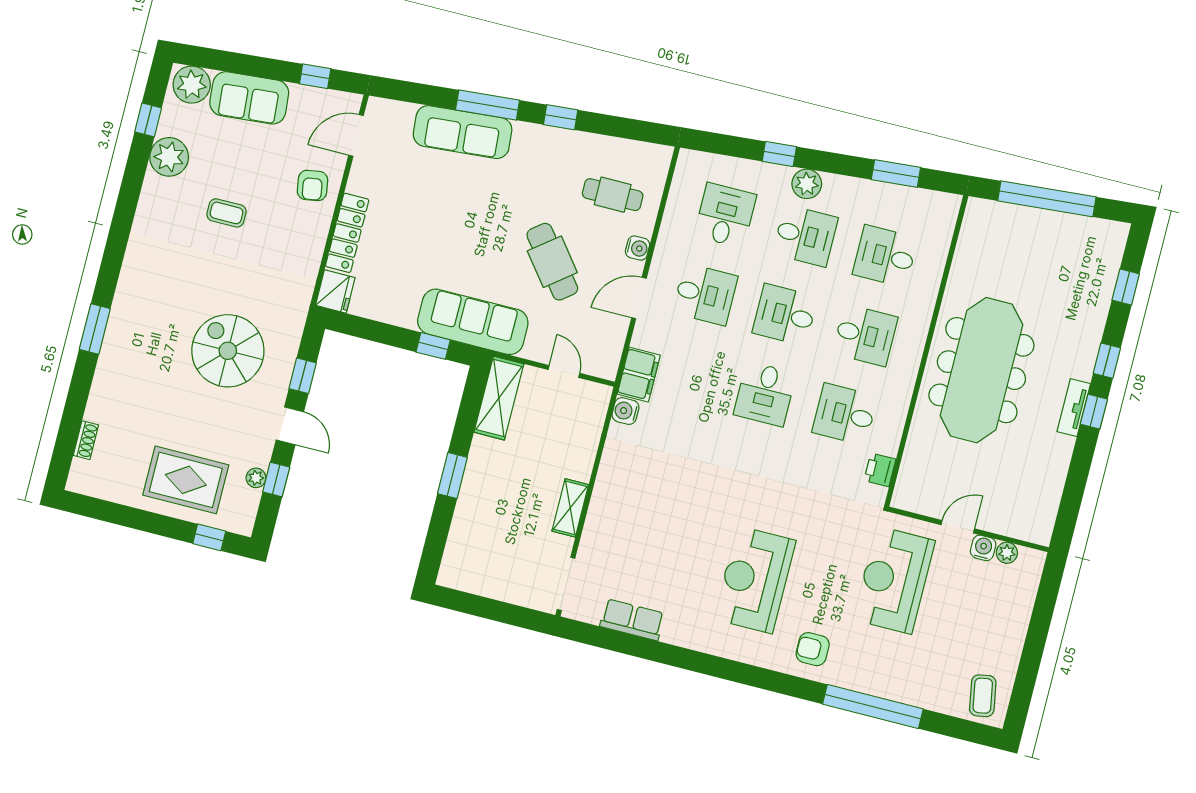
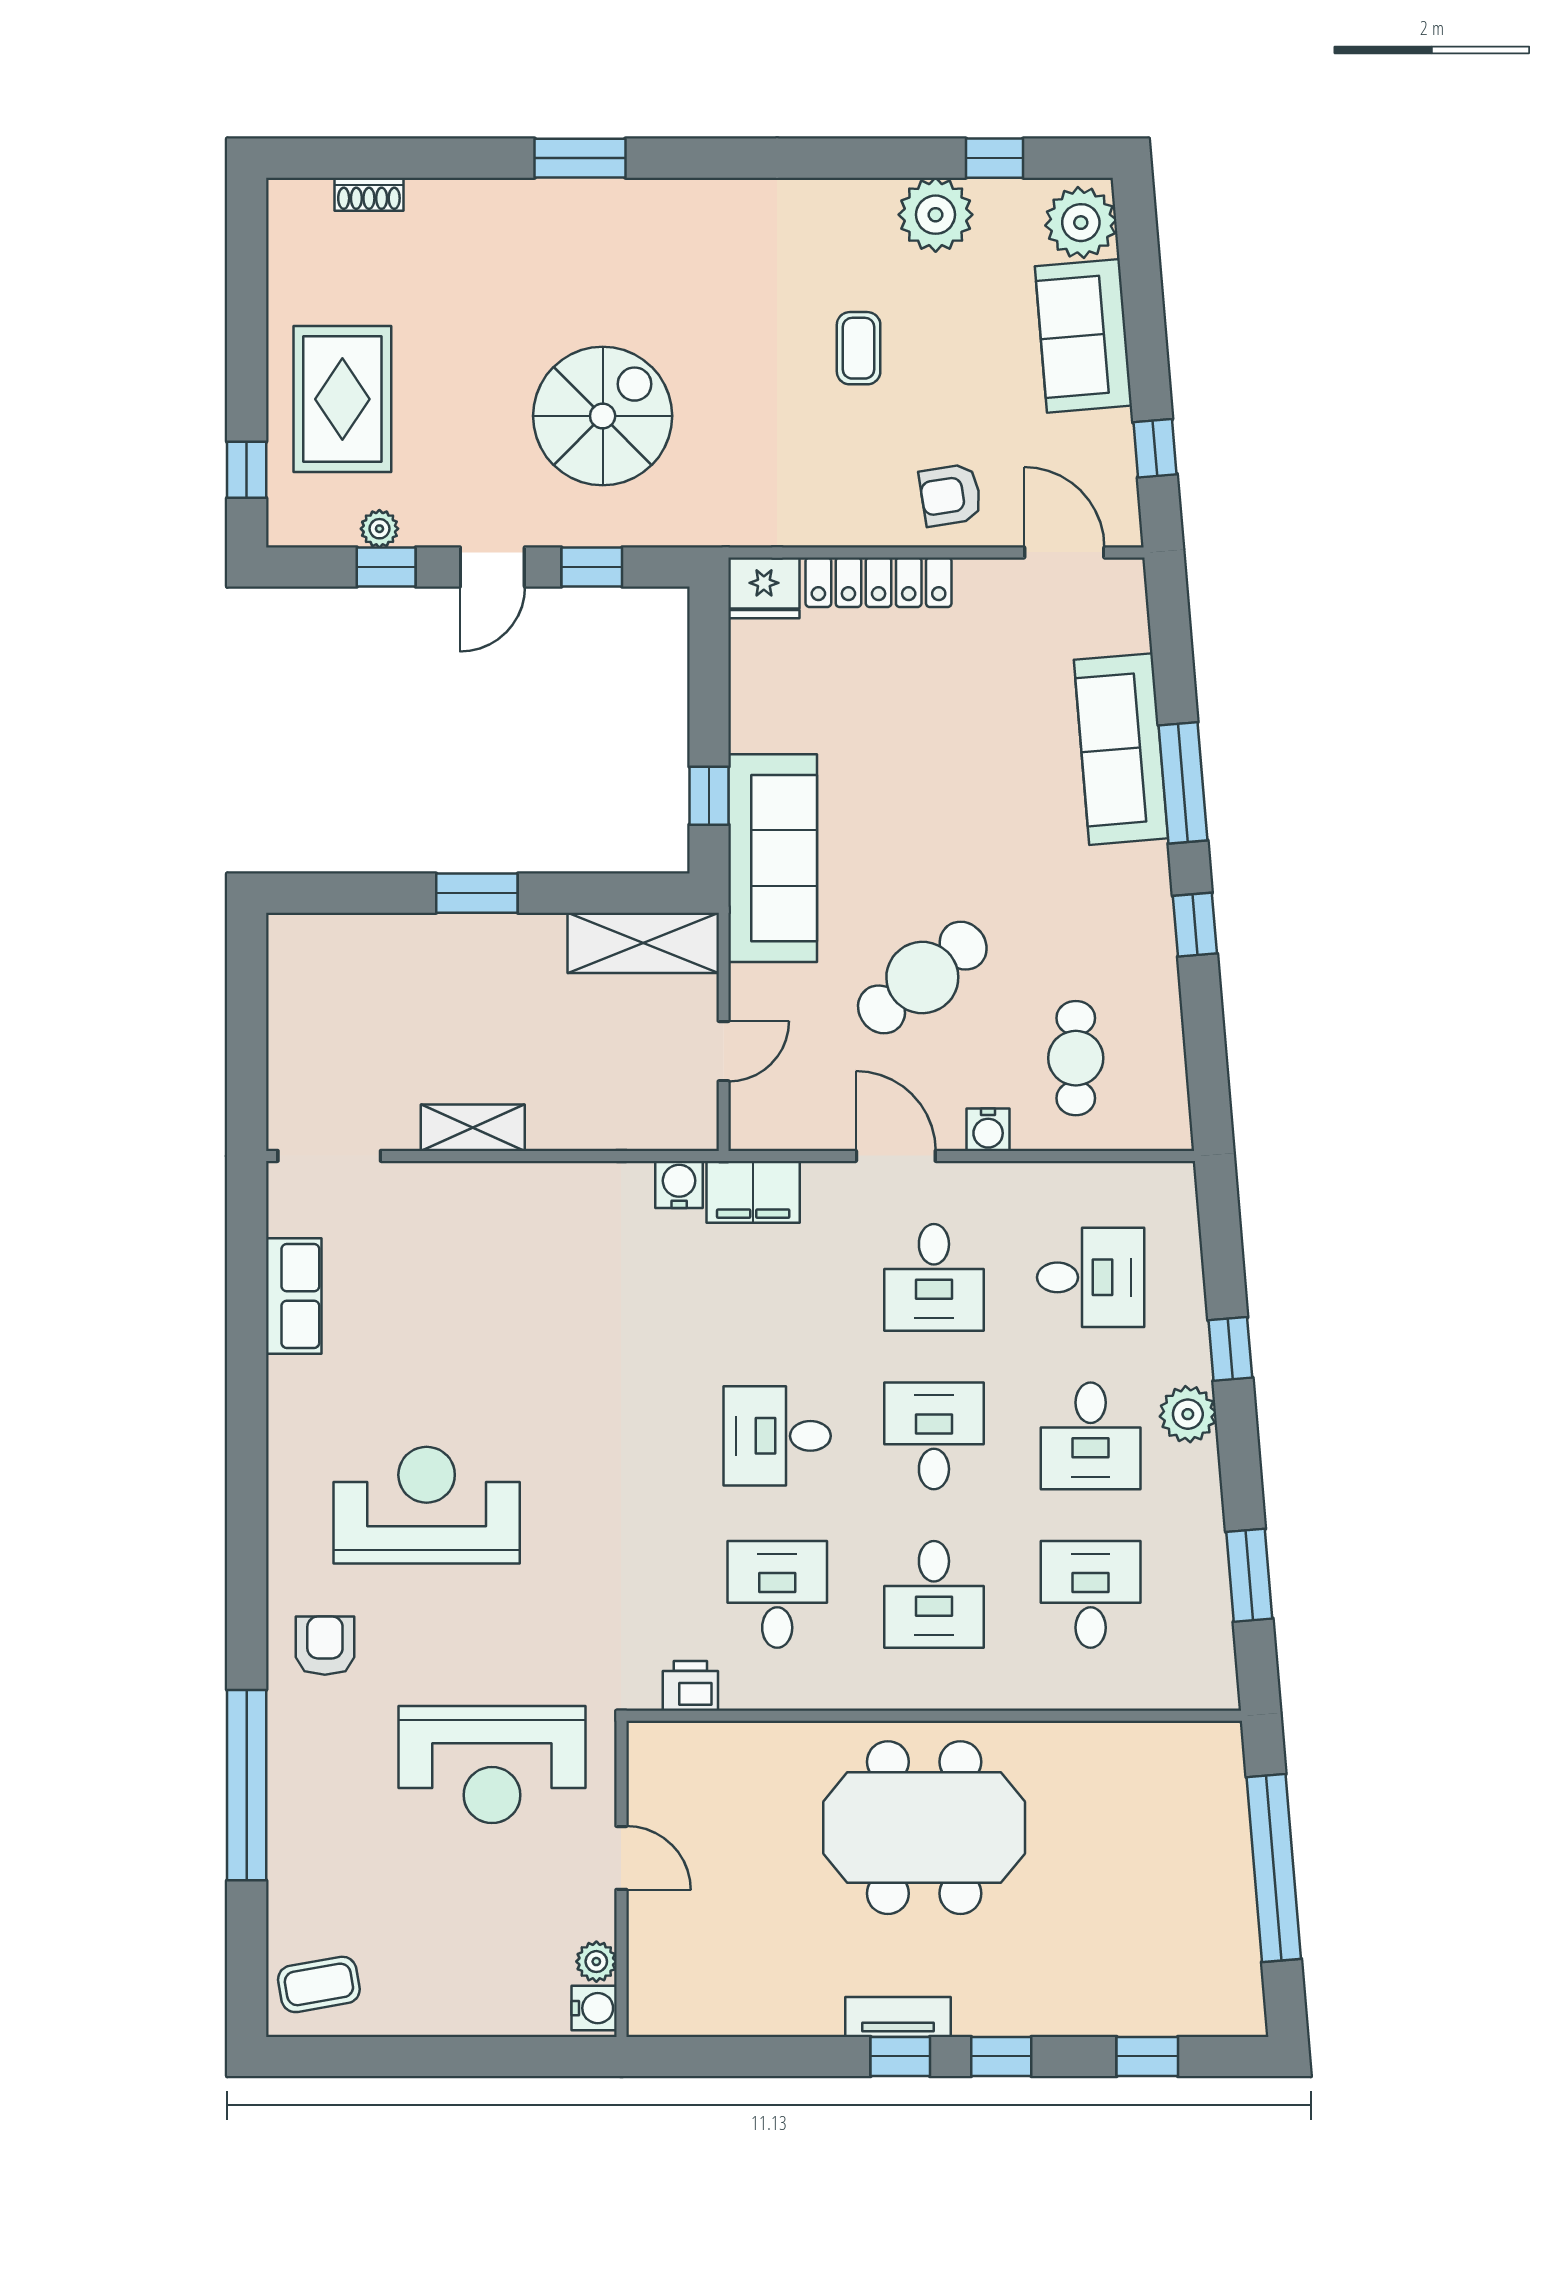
meeting table: (981, 370) -> (924, 1828), width x0.73
water cooler: (983, 548) -> (594, 2008), moved
reception desk: (894, 580) -> (492, 1765), turned 180

